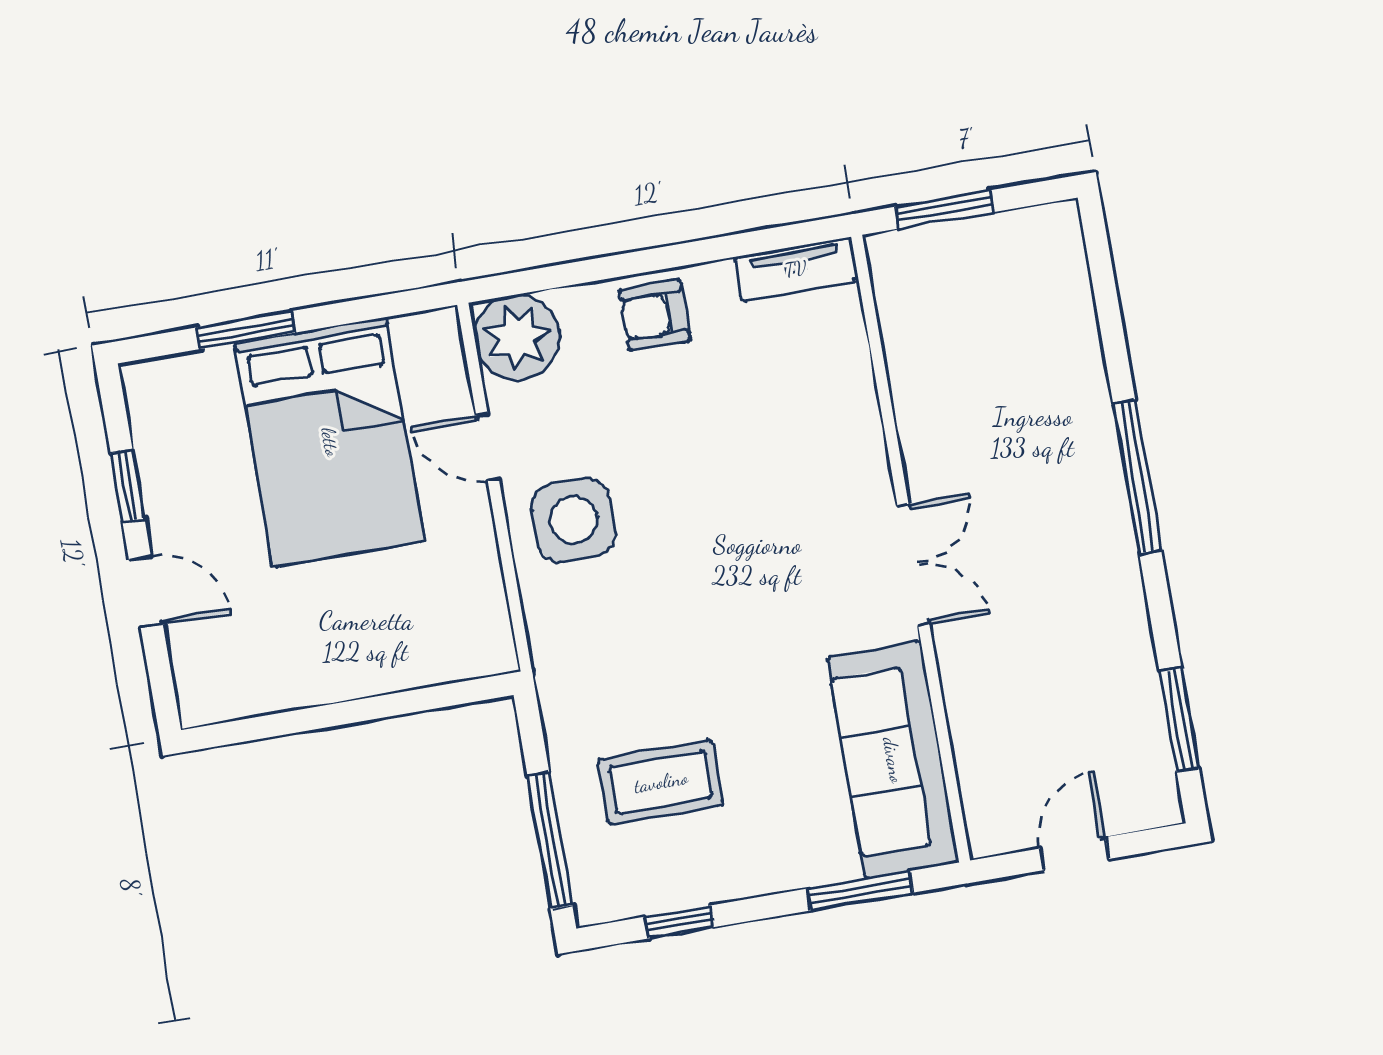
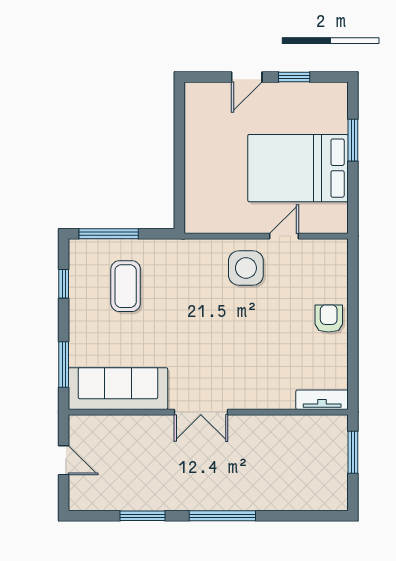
tv unit: (796, 269) -> (322, 400), moved, turned 90
plant: (517, 337) -> (329, 257), removed
window: (1179, 720) -> (142, 516), moved

